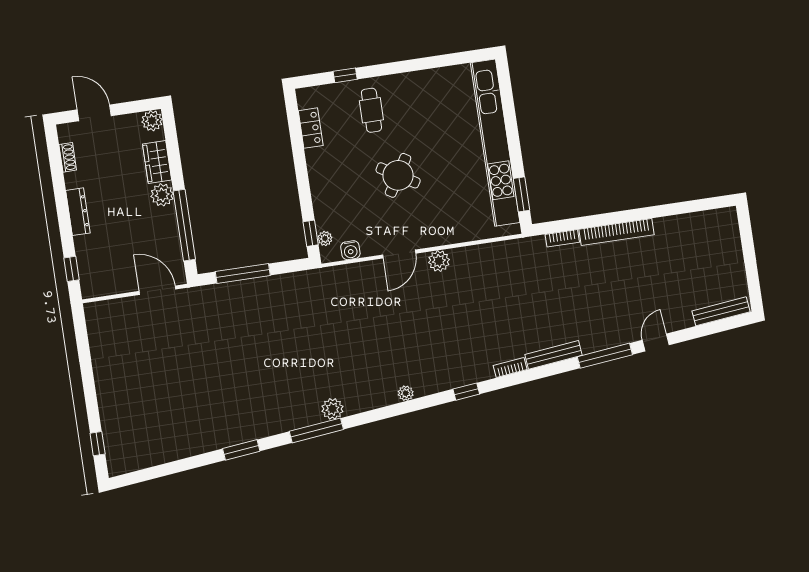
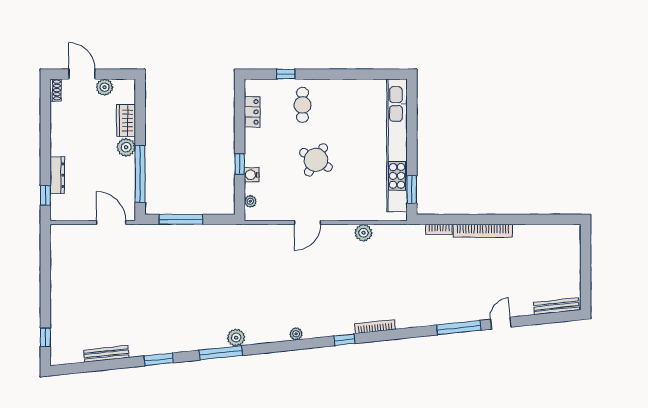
plant: (152, 121) -> (105, 87), moved
shoe rack: (68, 157) -> (56, 90), moved
dresser: (78, 212) -> (57, 175), moved
window: (311, 233) -> (240, 164), moved
water cooler: (350, 250) -> (252, 175), moved, turned 90
plant: (439, 261) -> (364, 233), moved
bench: (553, 355) -> (106, 354), moved
bookcase: (510, 368) -> (375, 327), width x1.56

